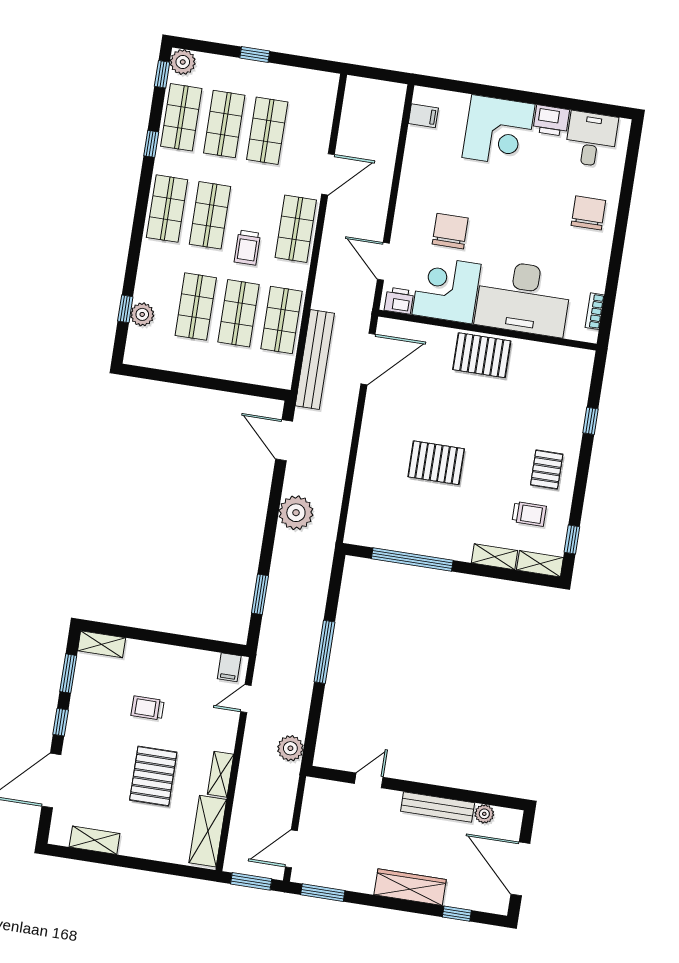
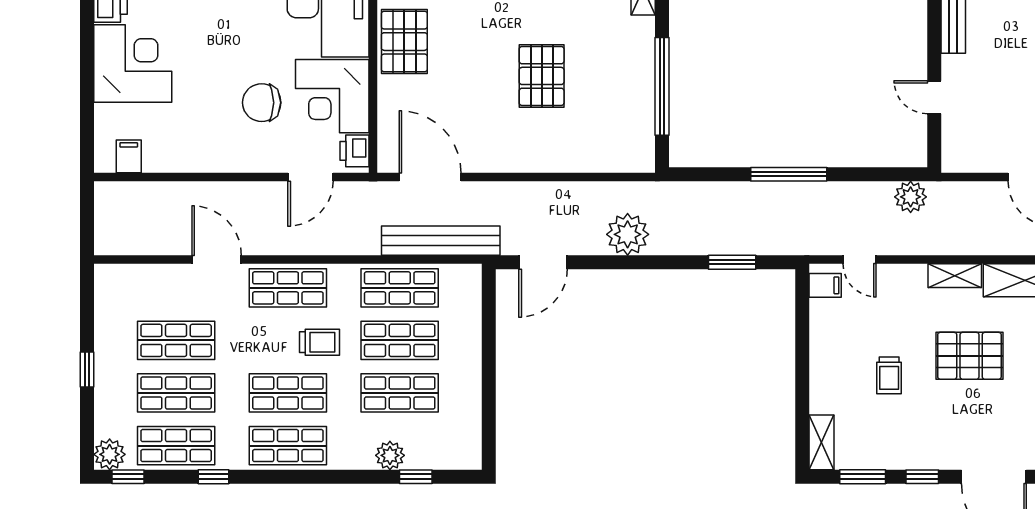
plant: (142, 314) -> (390, 455), moved

